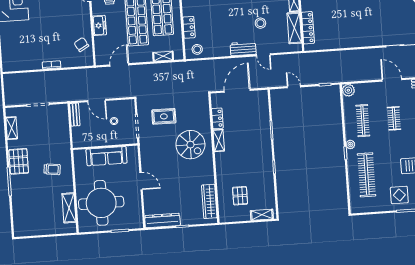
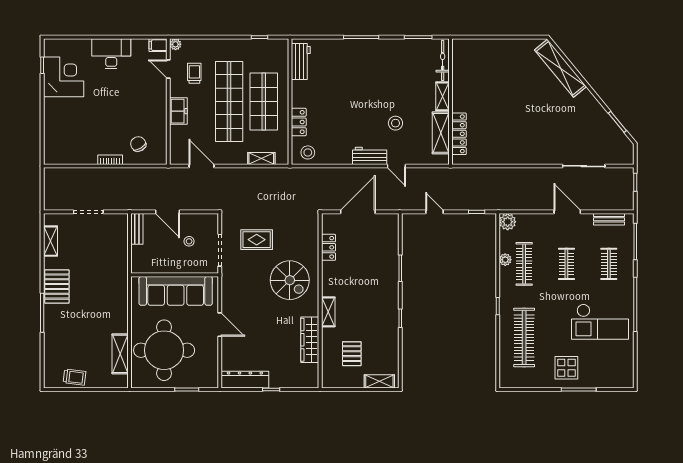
chair: (81, 45) -> (138, 144), moved
door: (119, 65) -> (201, 166), hinge flipped
shelving: (219, 140) -> (328, 312), moved
plant: (350, 144) -> (505, 260), moved
sofa: (107, 156) -> (176, 291), width x1.36, depth x1.27
trolley: (52, 169) -> (75, 377), moved
wardrobe: (209, 201) -> (310, 340), moved

